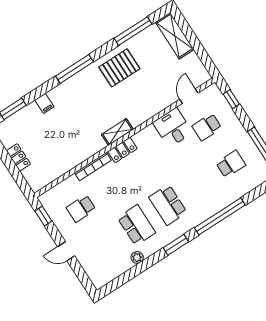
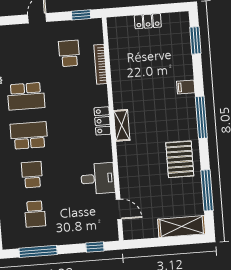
filing cabinet: (44, 103) -> (186, 87), moved
school desk: (207, 127) -> (32, 175), moved
bookcase: (93, 167) -> (100, 64), moved

